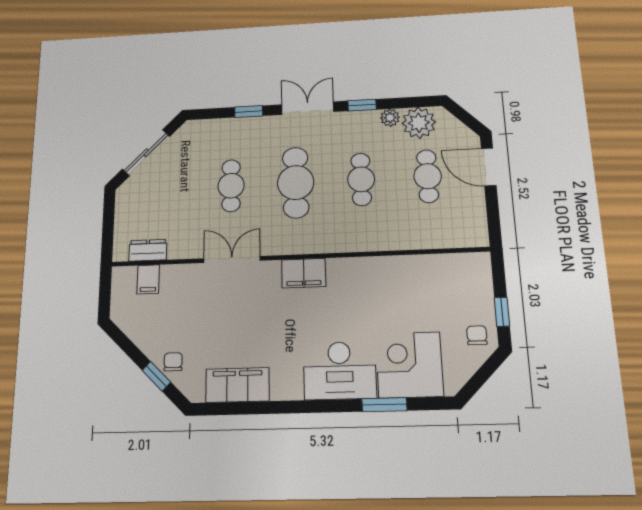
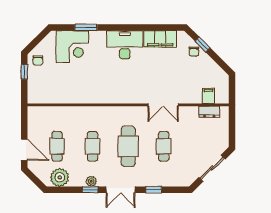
plant: (390, 118) -> (91, 181), moved
filing cabinet: (304, 273) -> (125, 96), removed
desk: (340, 370) -> (125, 45), moved

